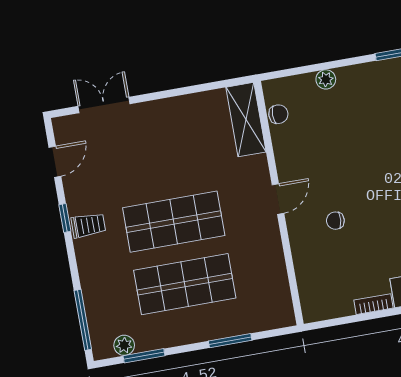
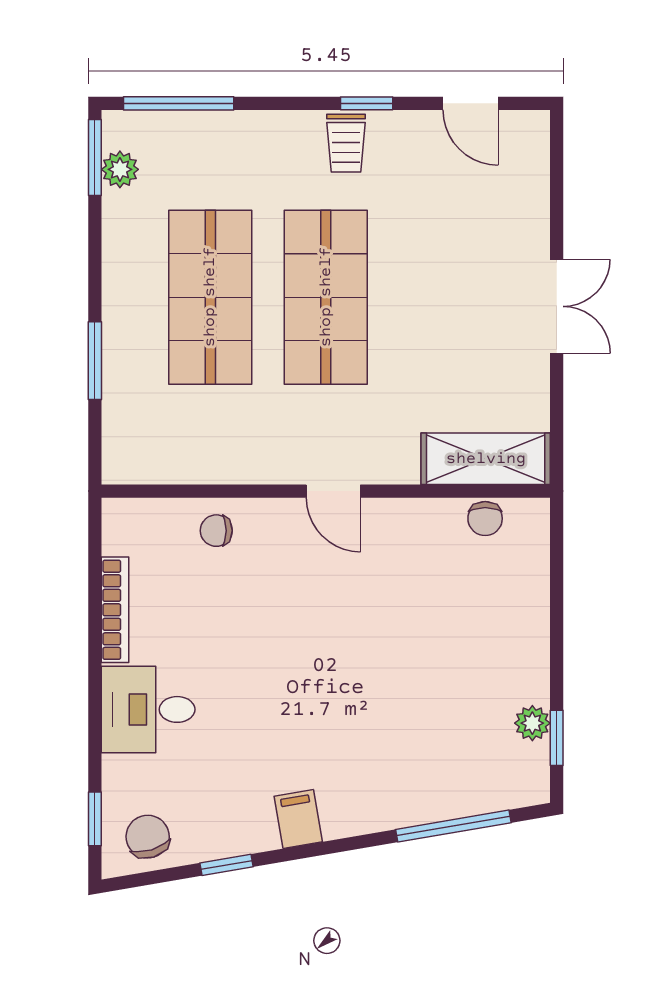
plant: (326, 79) -> (532, 723), moved
double door: (104, 105) -> (557, 306), moved
chair: (335, 221) -> (216, 531), moved, turned -95
bookcase: (373, 304) -> (115, 610), width x1.56
window: (144, 356) -> (95, 157), moved

